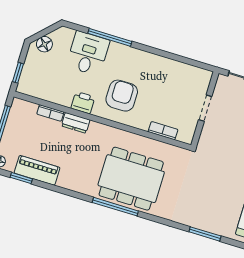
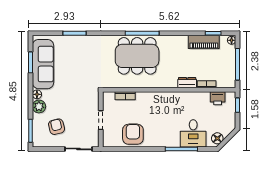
floor lamp: (44, 44) -> (217, 138), moved
armchair: (122, 96) -> (133, 134), moved, turned 180
printer: (83, 103) -> (218, 98), moved

